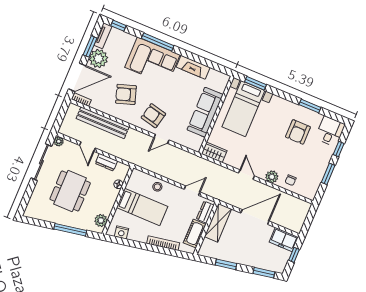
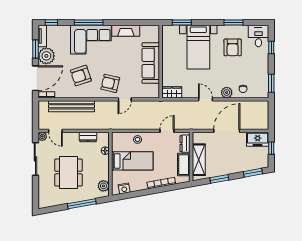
bed with nightstands: (243, 109) -> (198, 47), moved
door: (87, 147) -> (55, 131), moved
window: (328, 174) -> (271, 83), moved
shelving: (218, 223) -> (199, 160), moved

